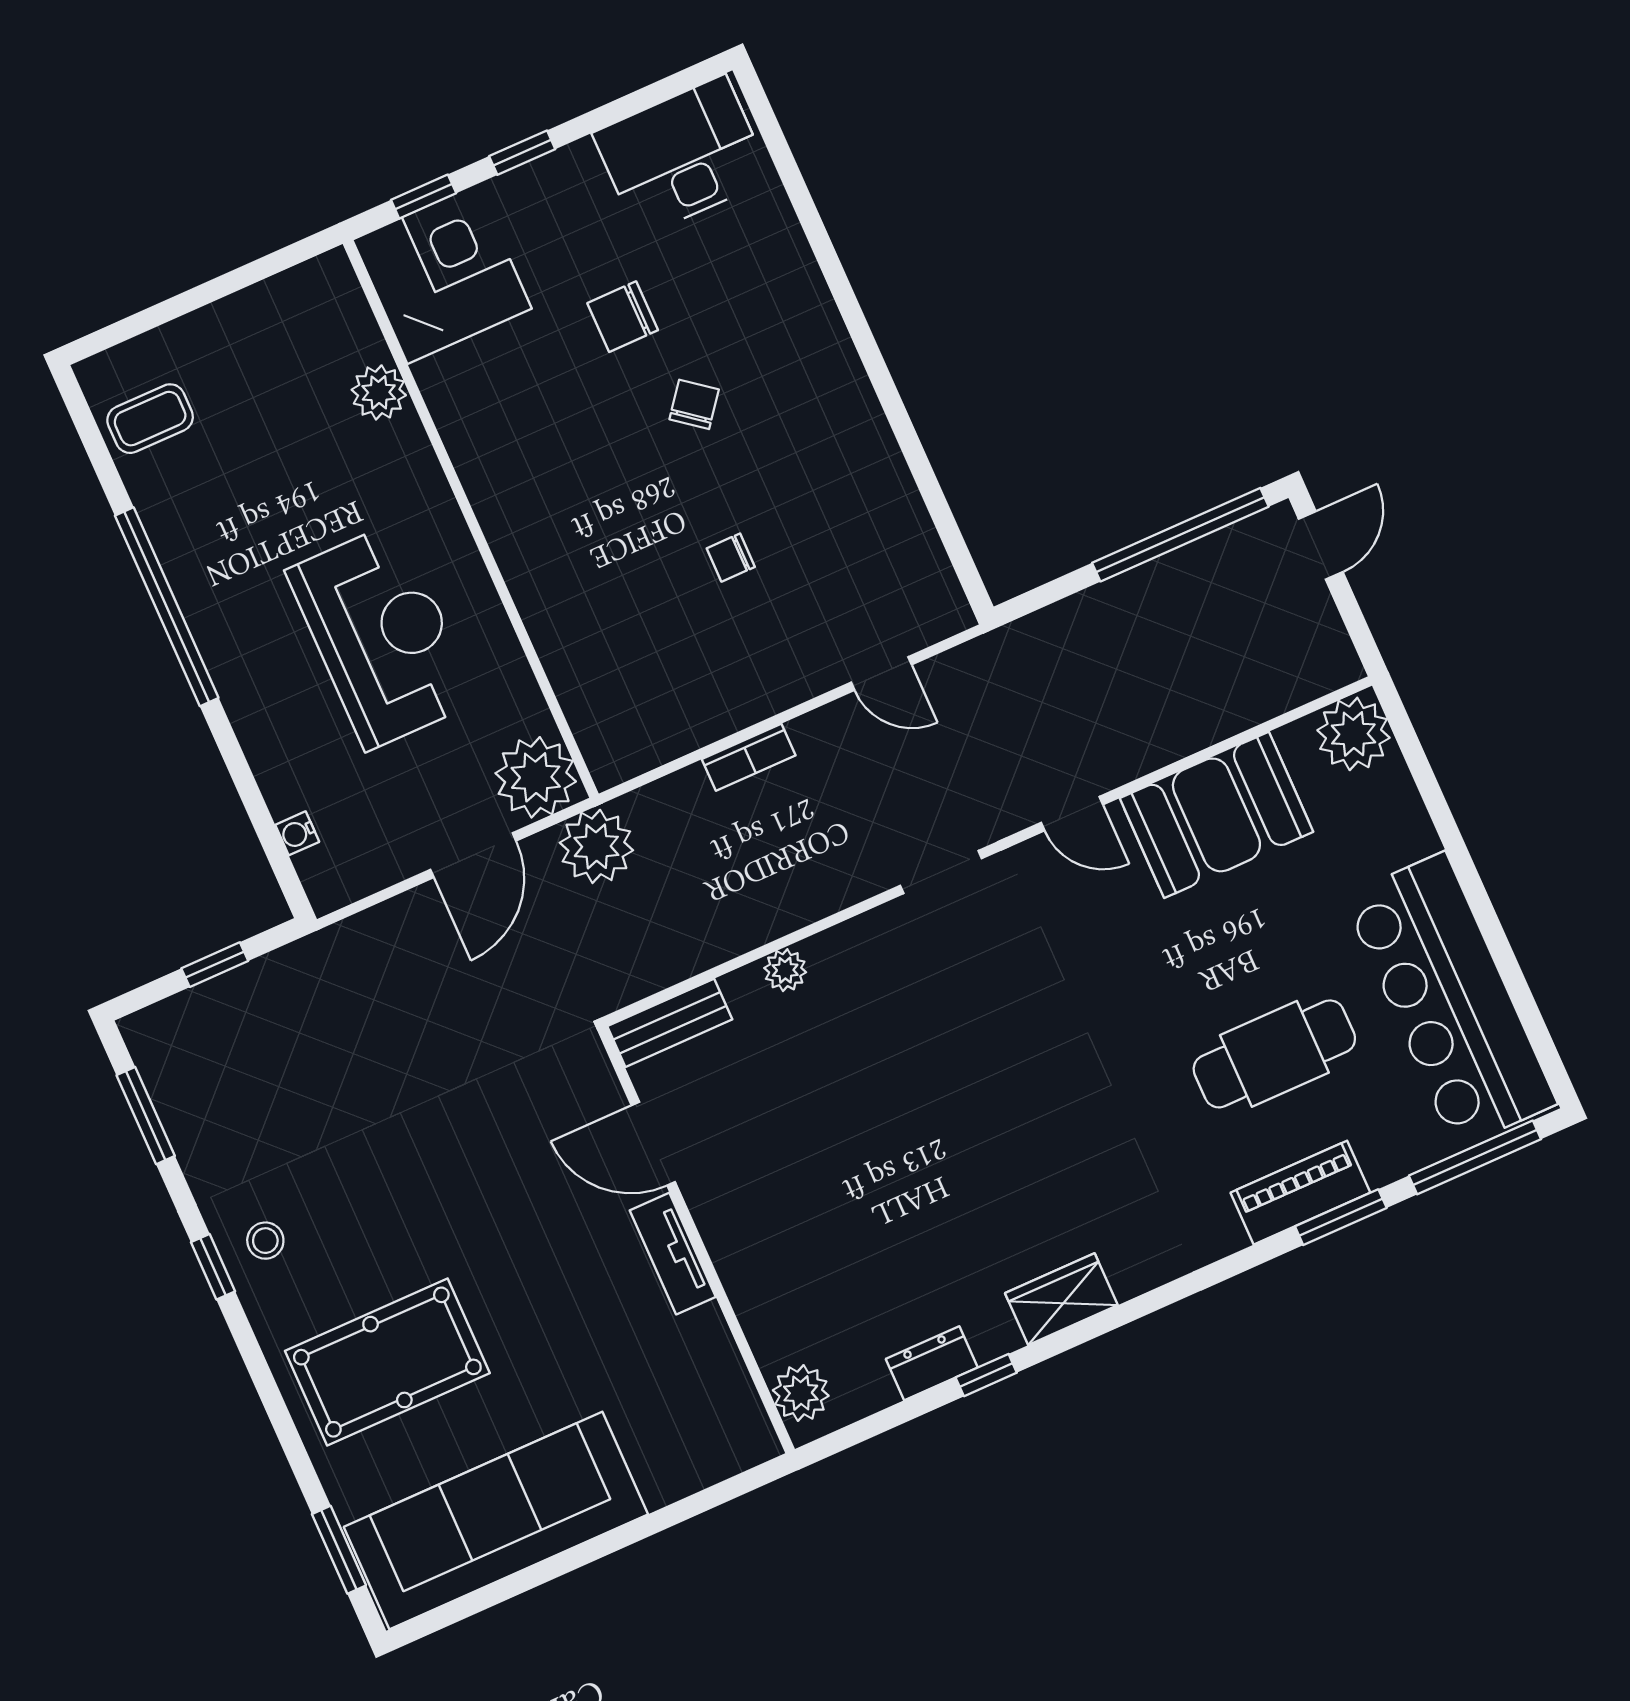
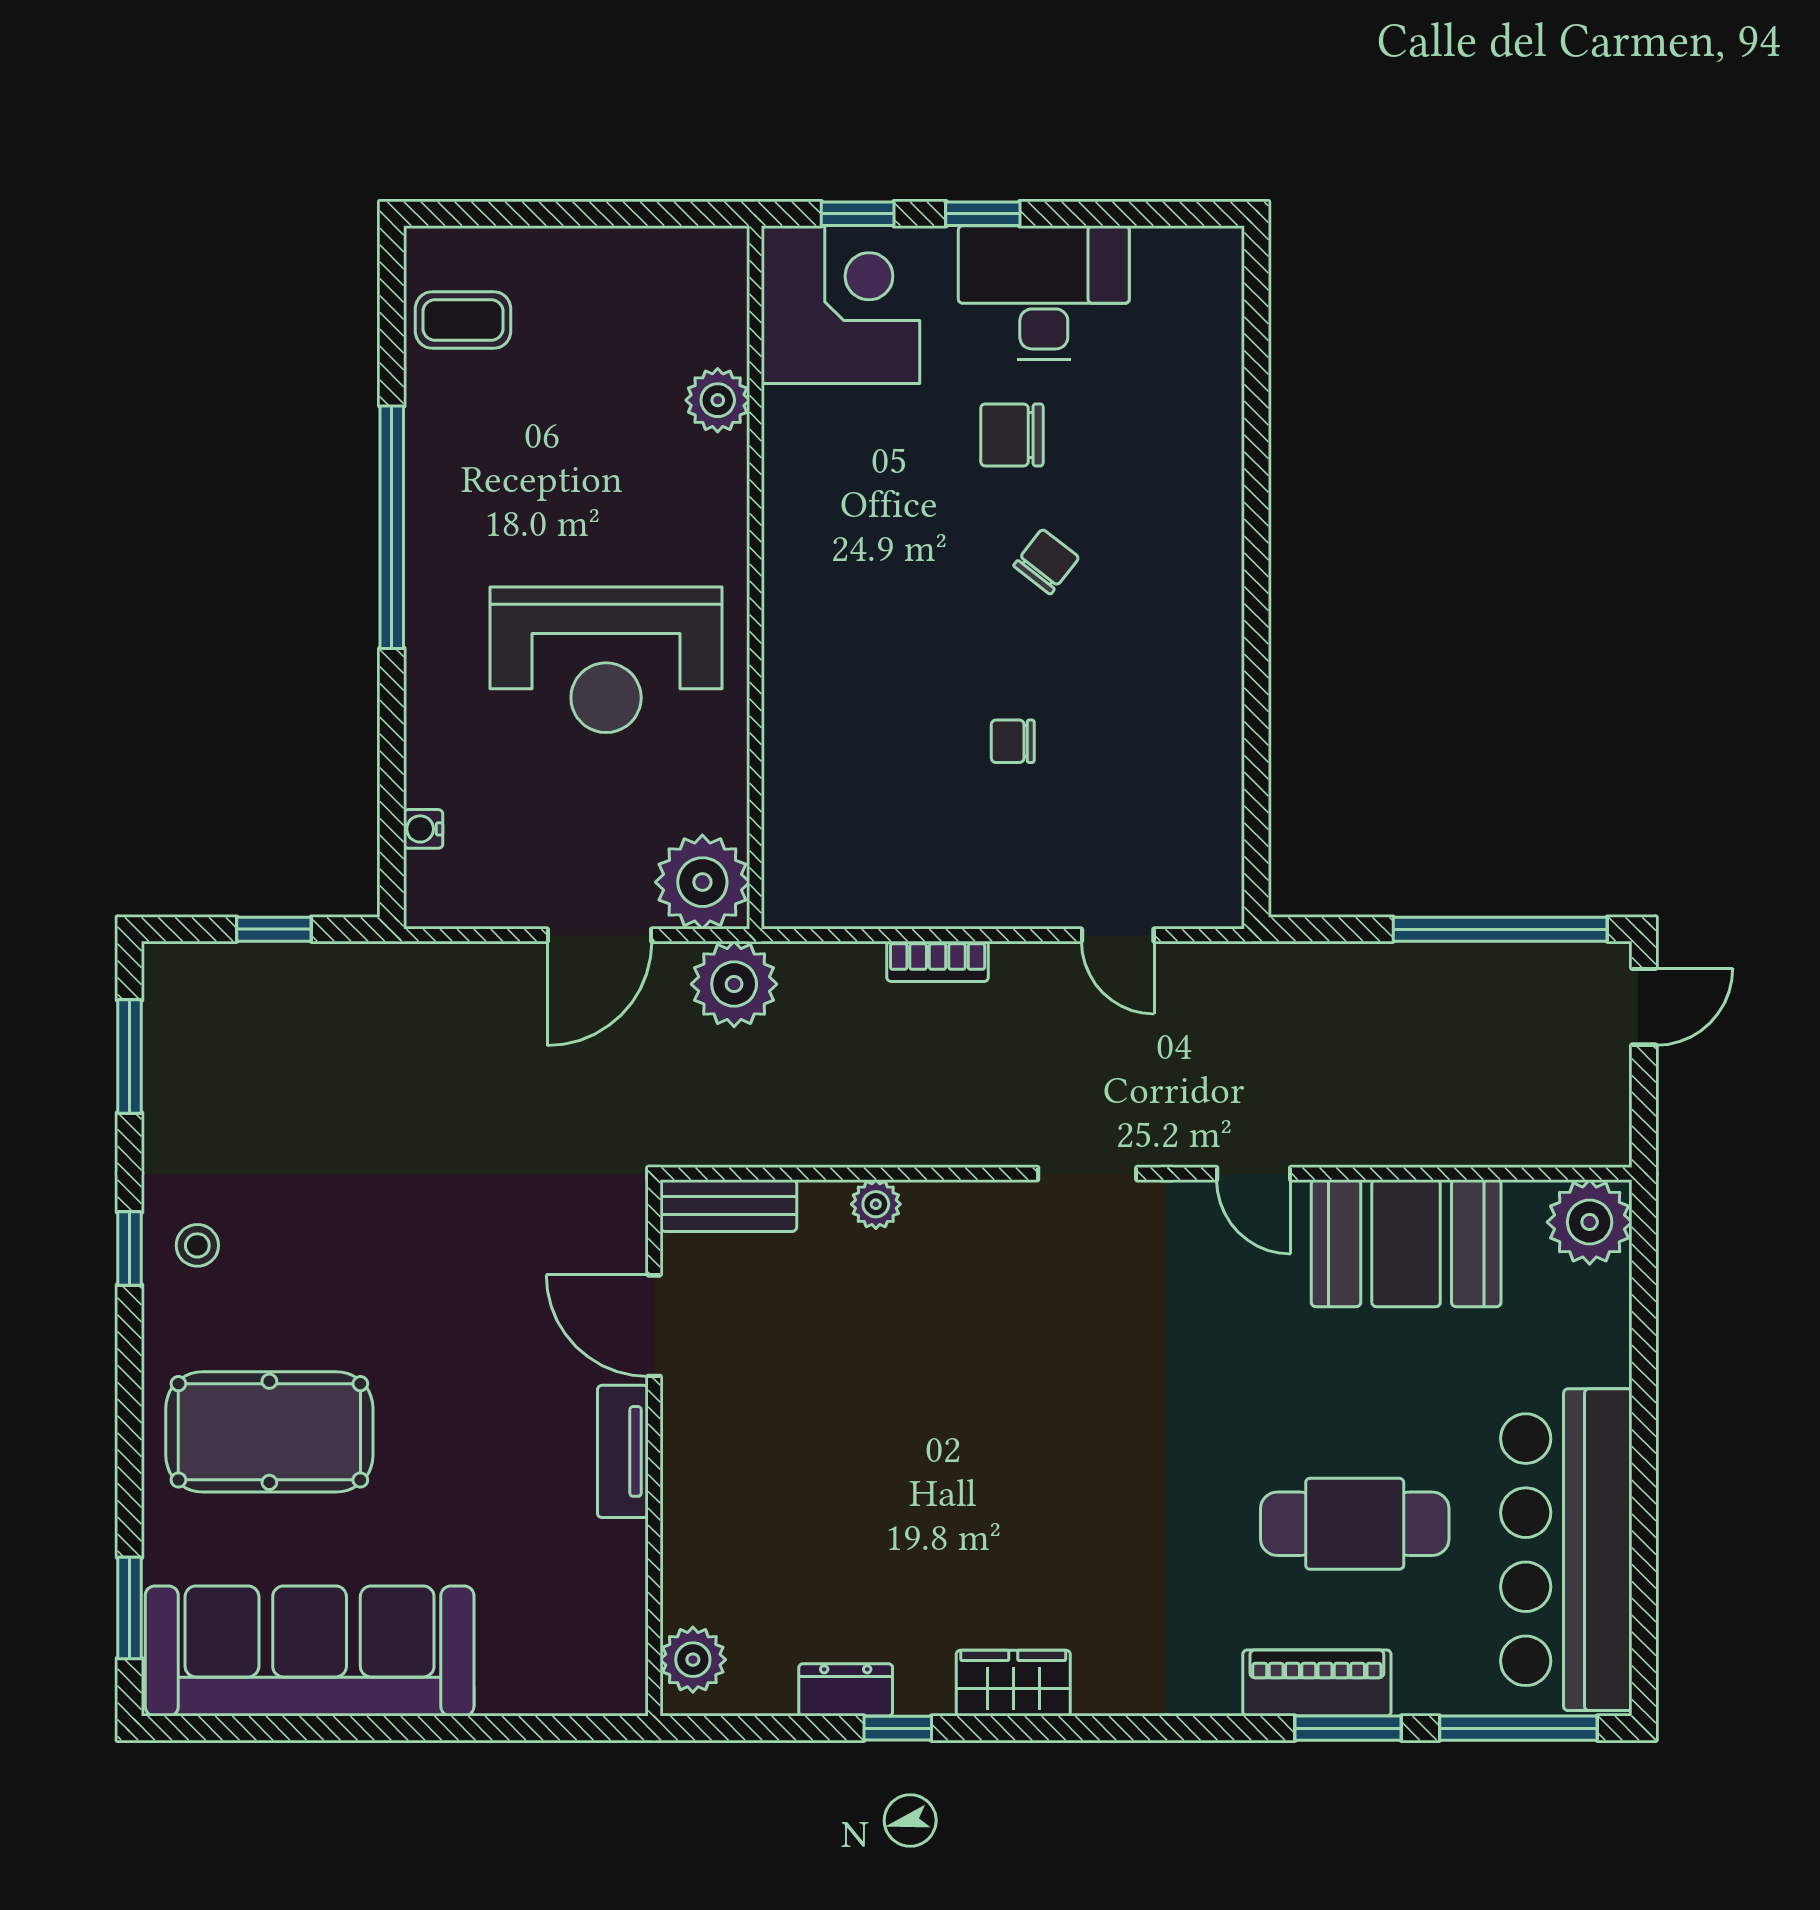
desk: (682, 156) -> (1044, 293), moved
reception desk: (382, 636) -> (606, 660), turned 90

